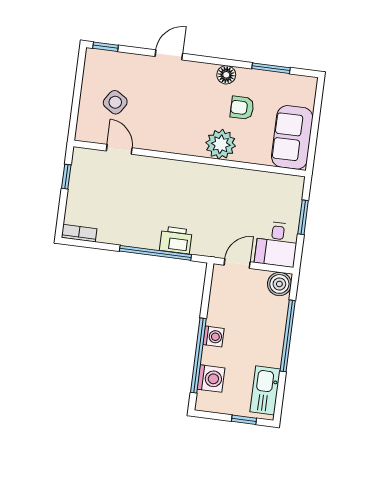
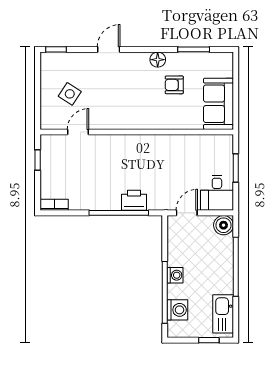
plant: (221, 144) -> (161, 117), removed
door: (119, 149) -> (78, 132), hinge flipped

